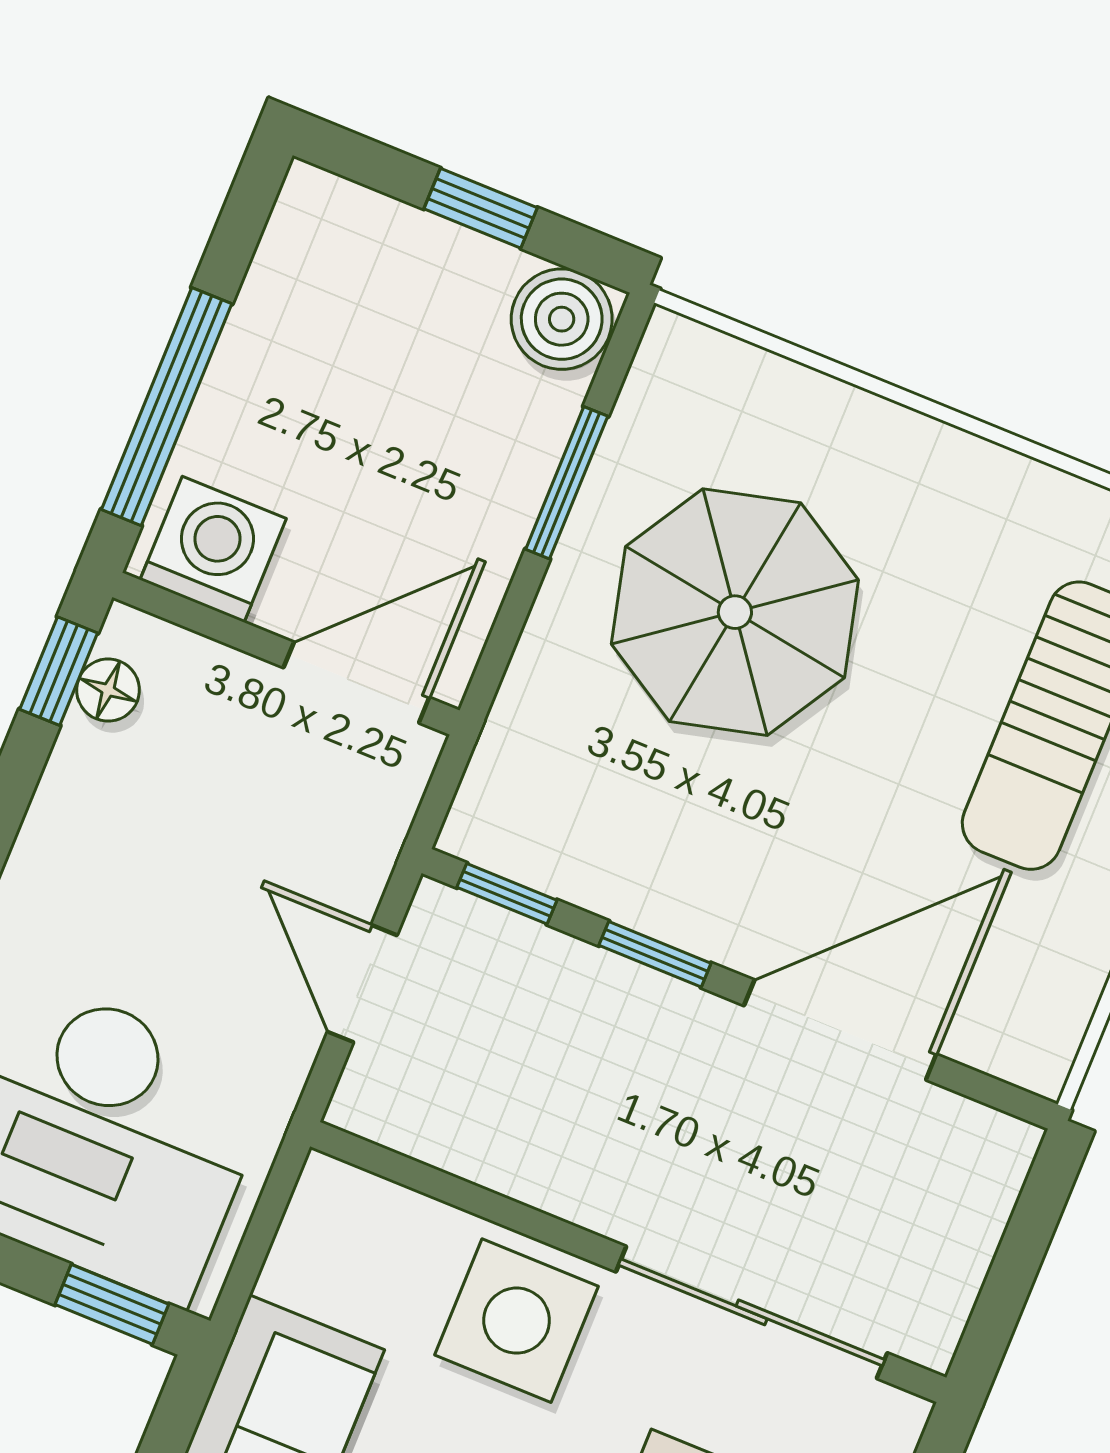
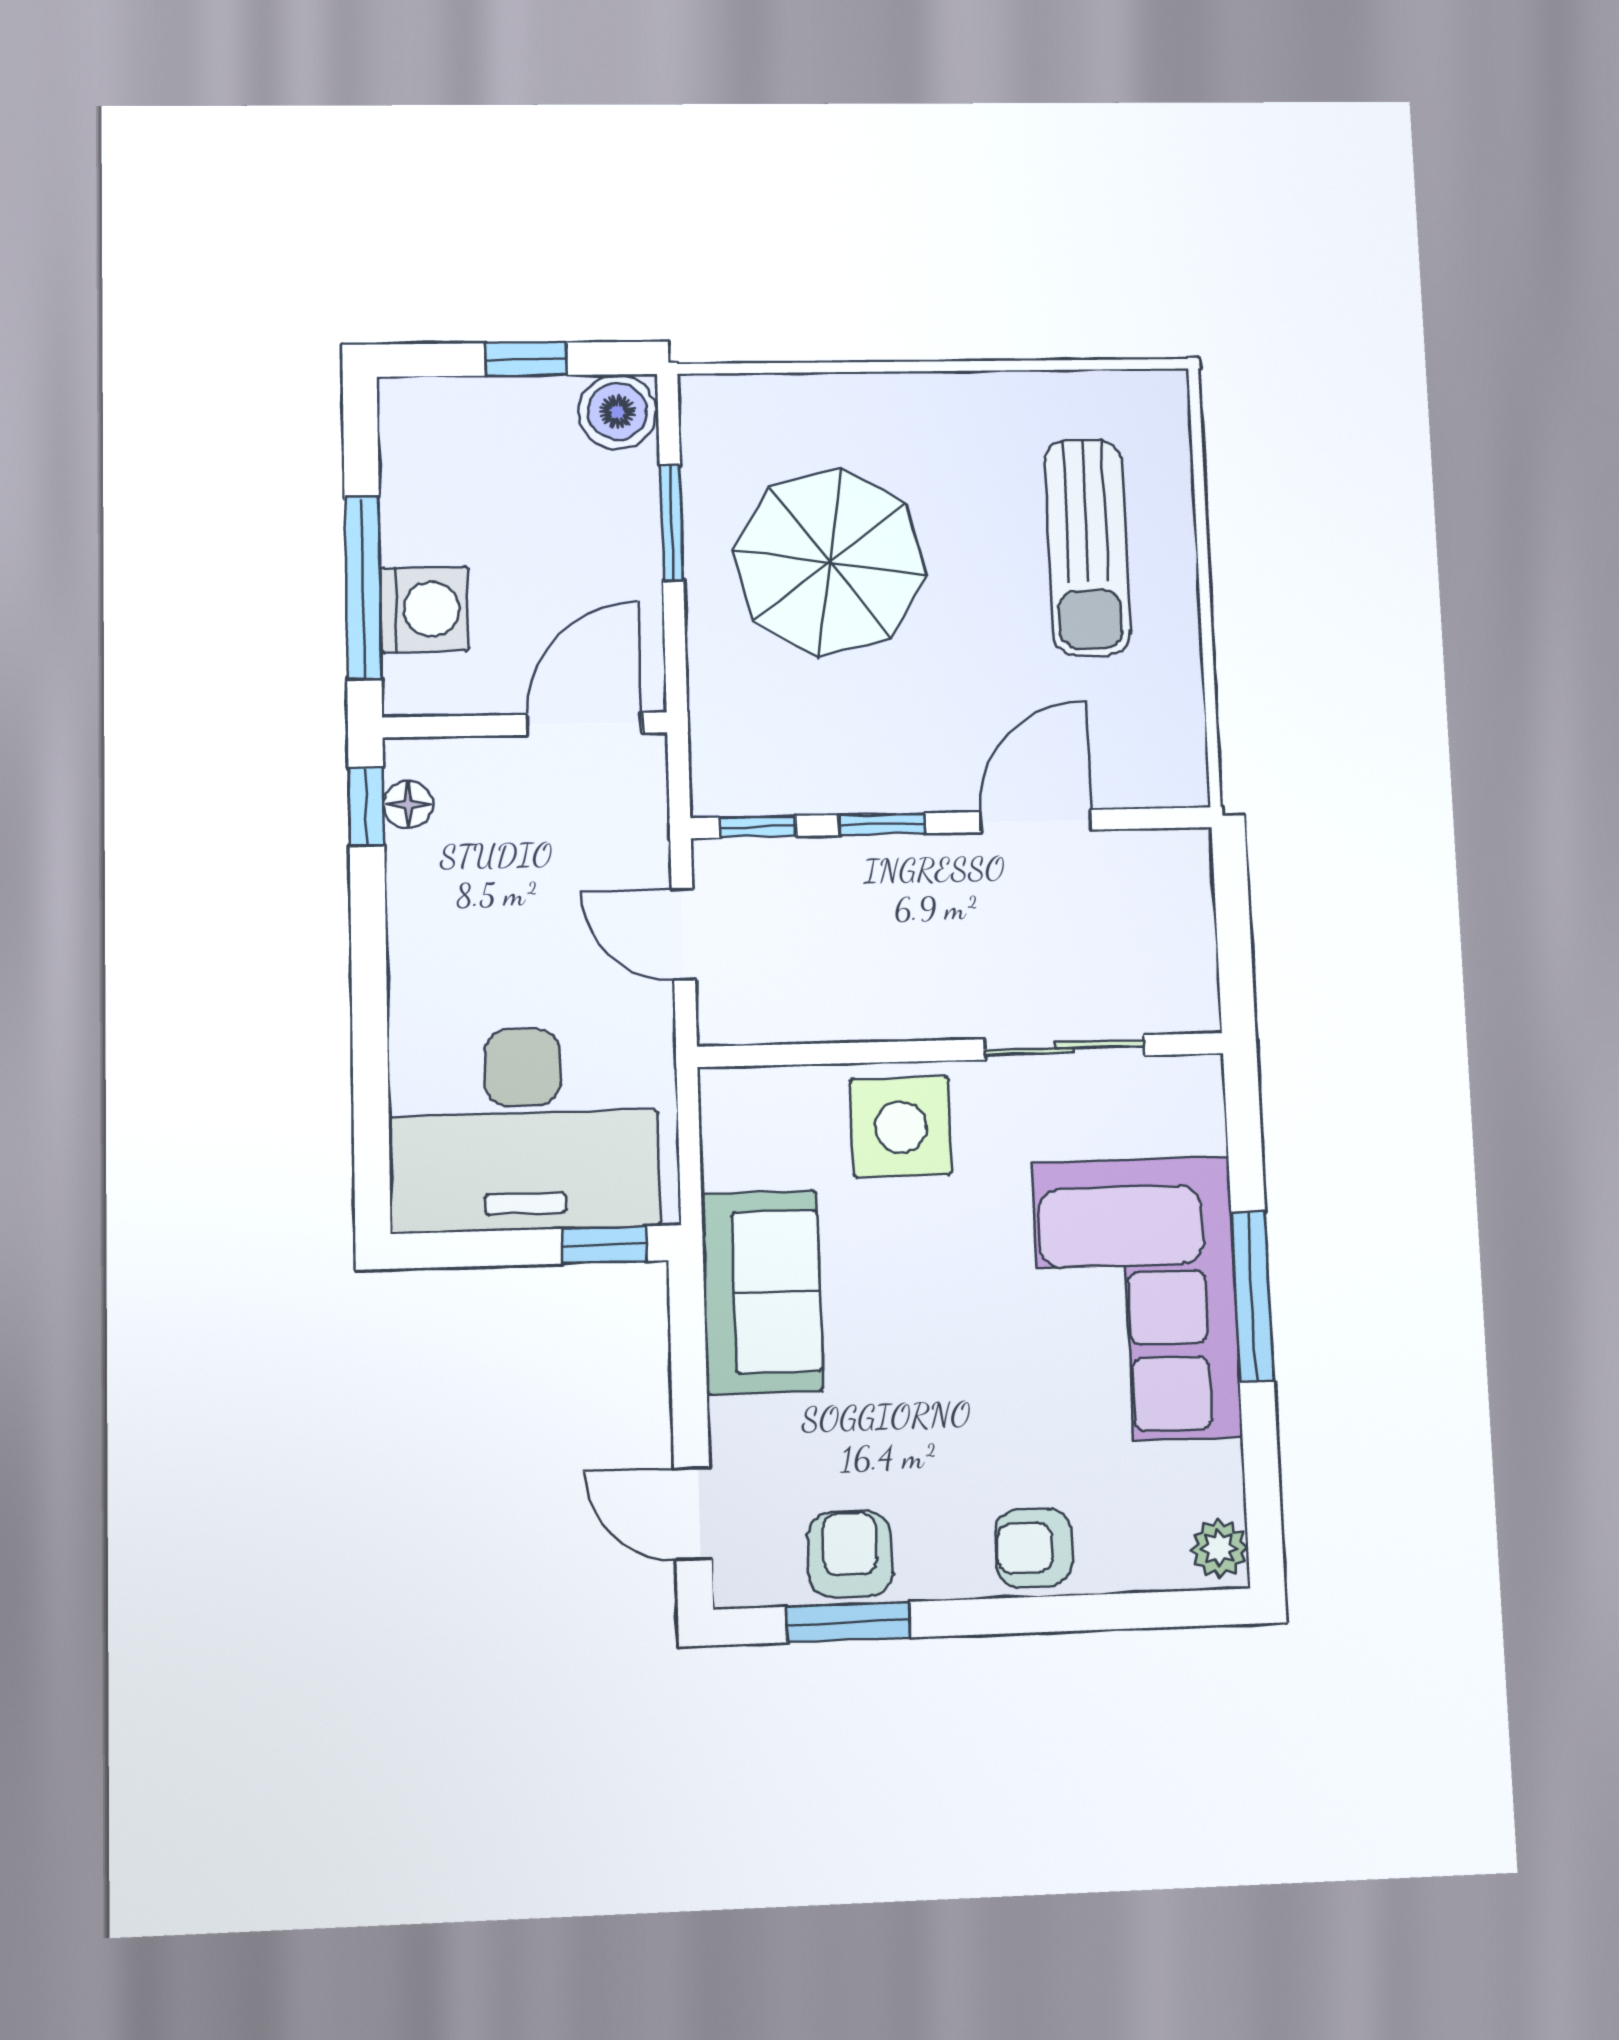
washing machine: (213, 549) -> (424, 609), moved, turned 90
door: (840, 1030) -> (1036, 821), width x0.73
sliding door: (752, 1312) -> (1065, 1047), width x0.73

